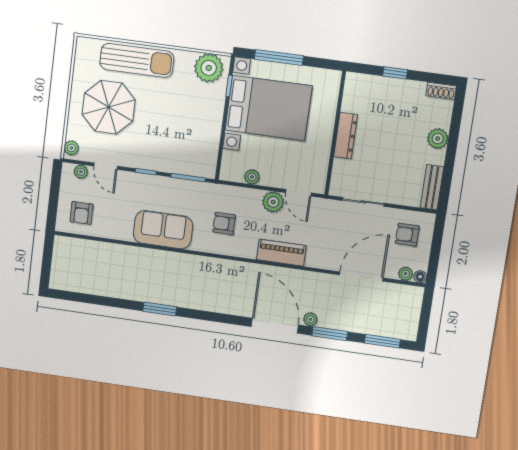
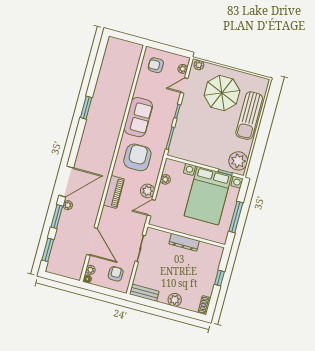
window: (279, 58) -> (236, 217), moved
armchair: (224, 223) -> (137, 157), width x1.88, depth x1.88

